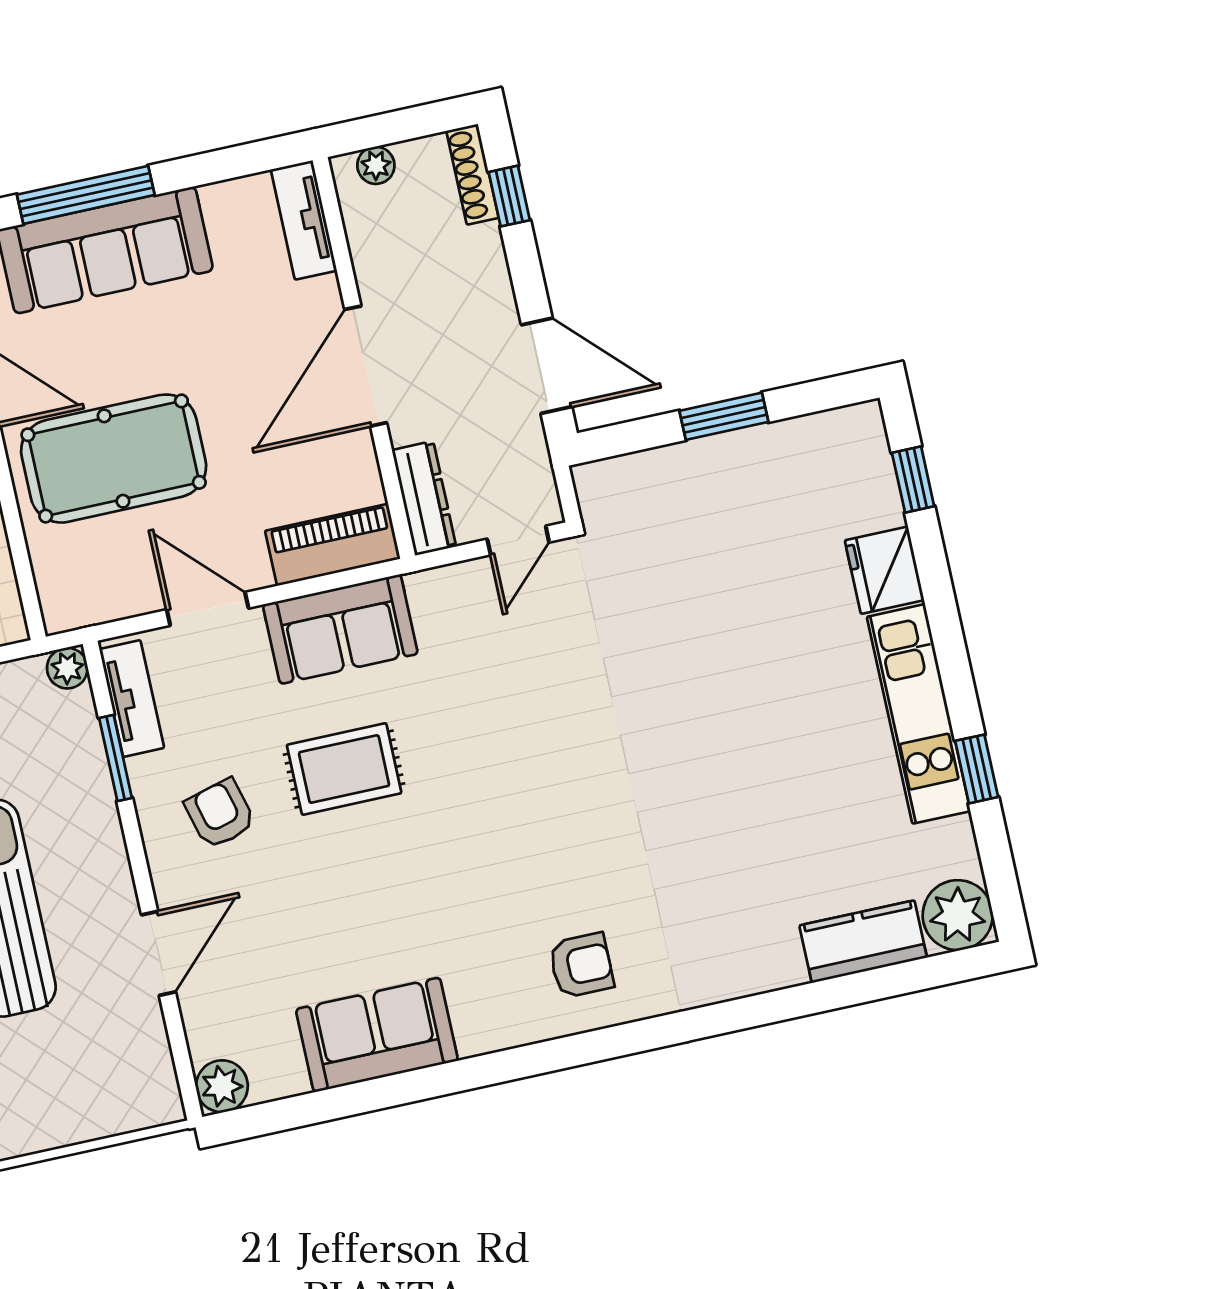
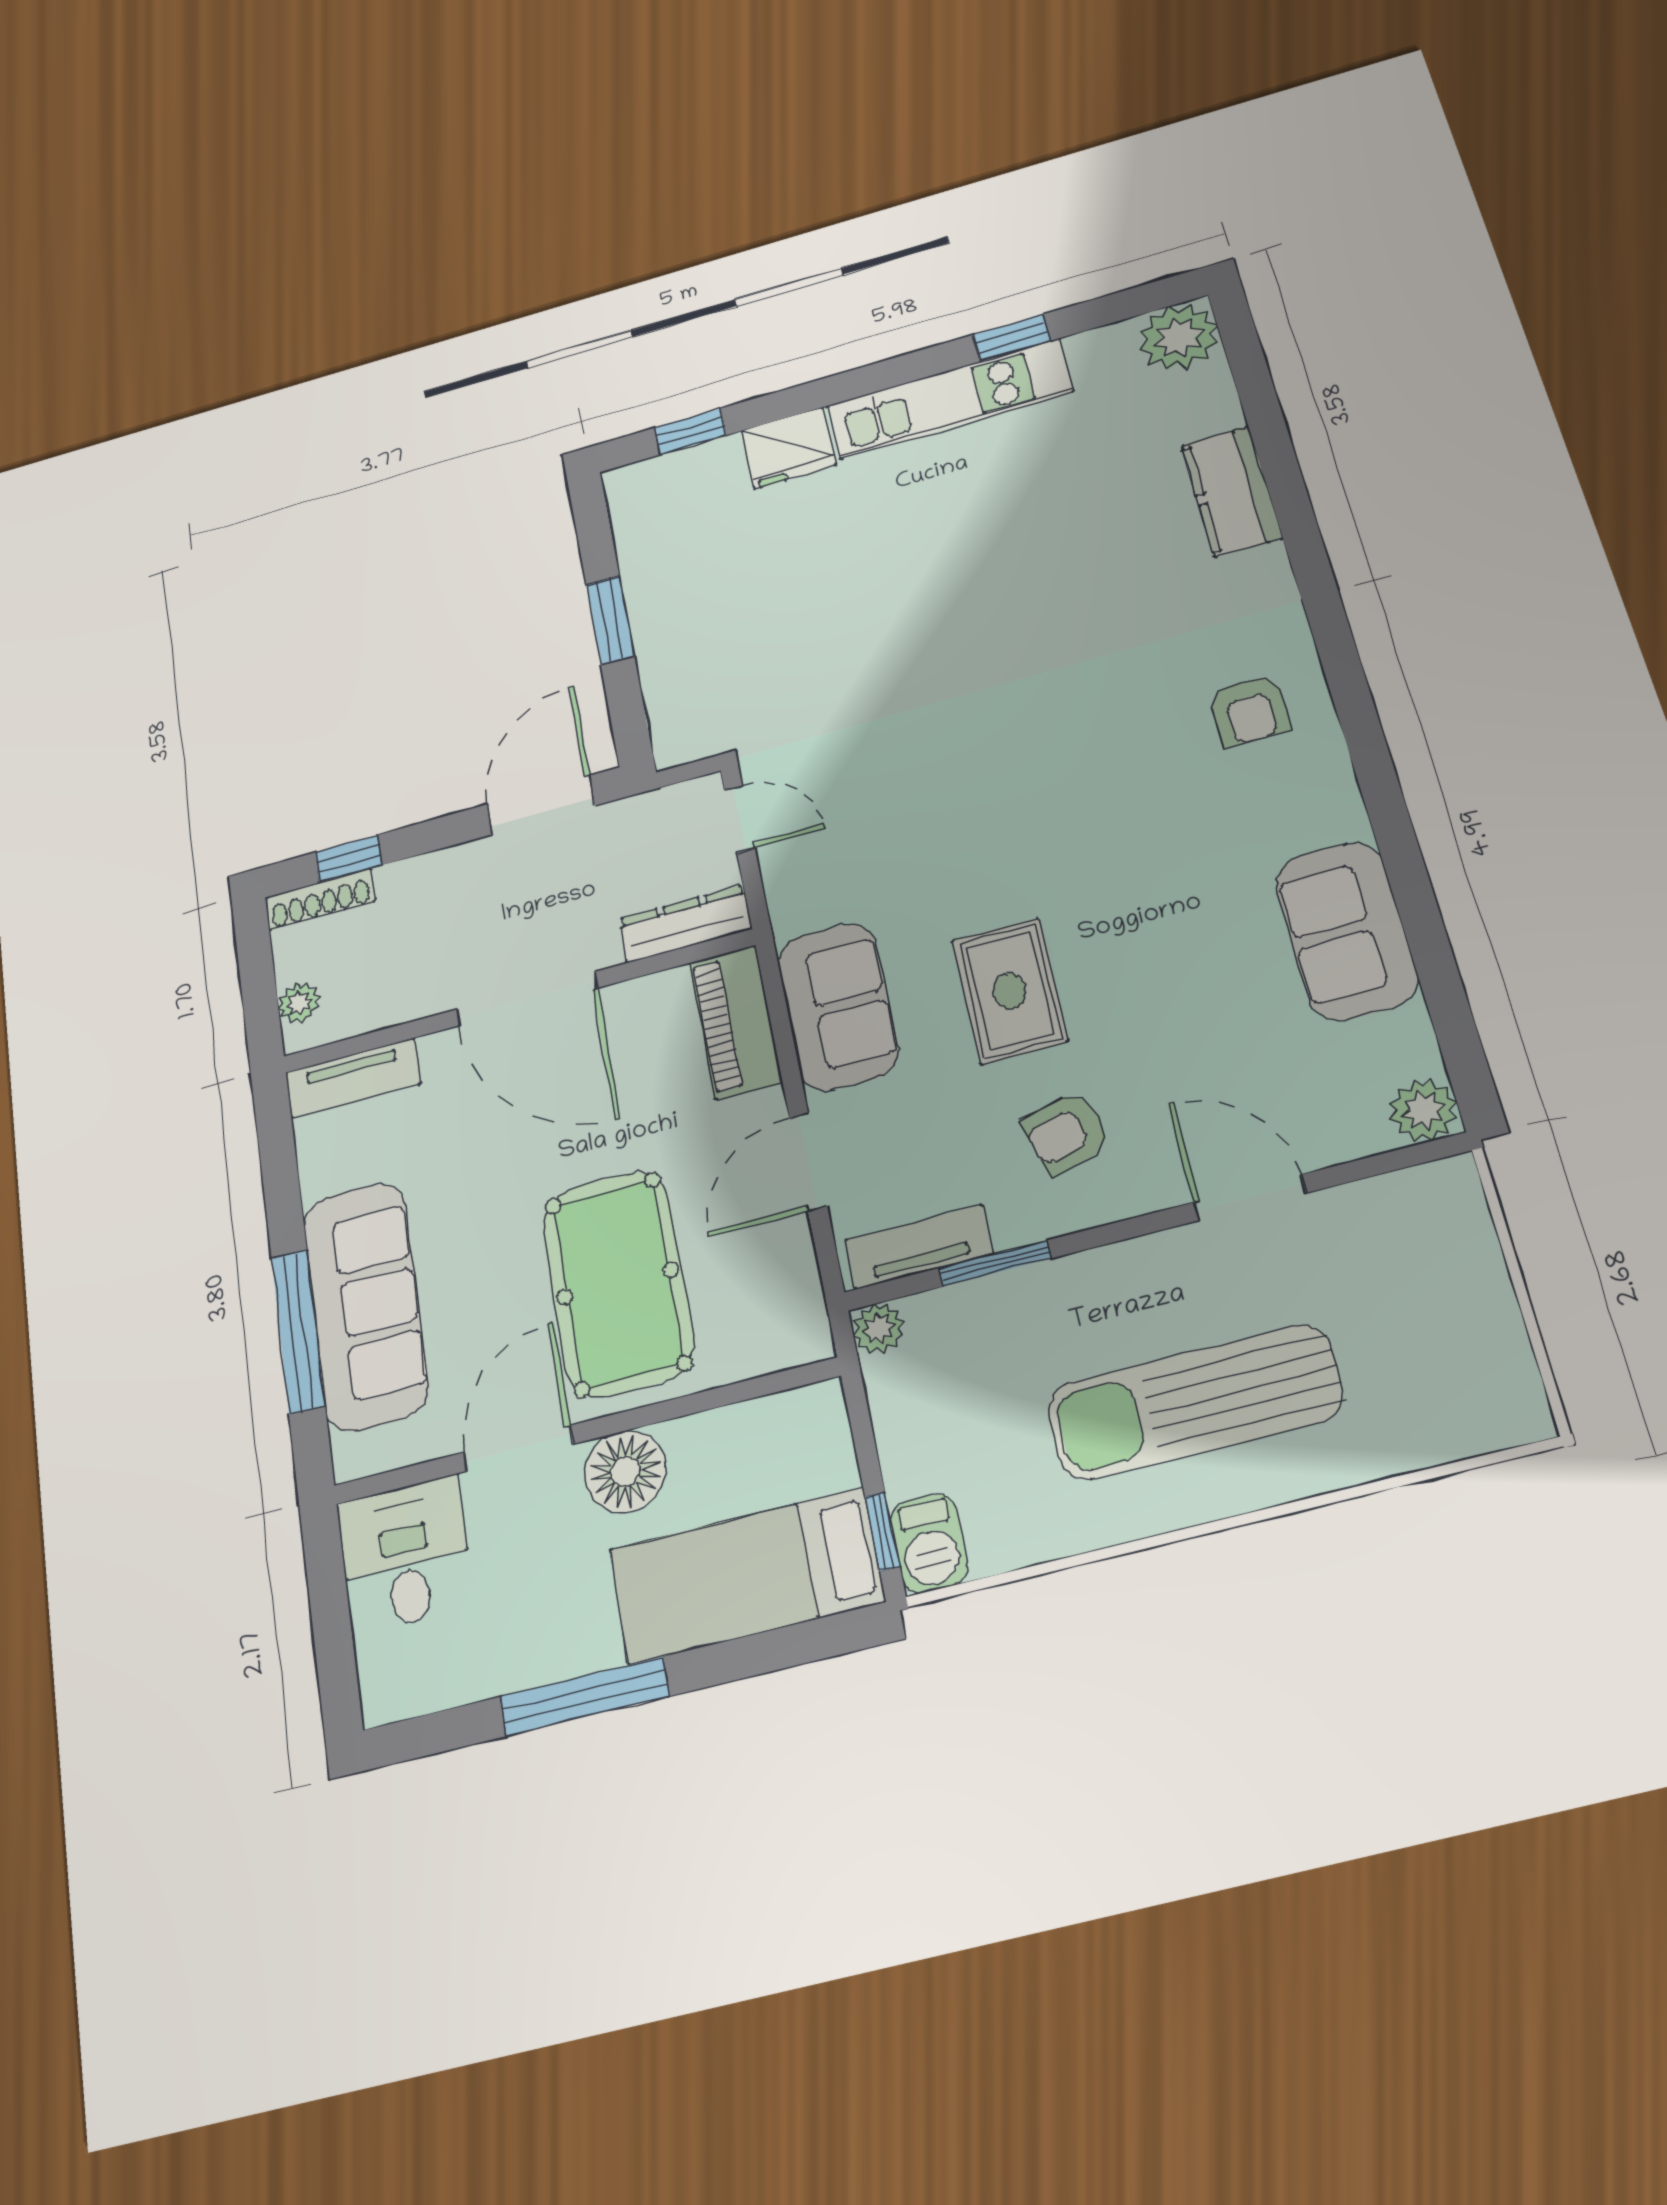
kitchen counter: (863, 942) -> (1232, 491), moved
armchair: (581, 965) -> (1249, 710), turned 180

